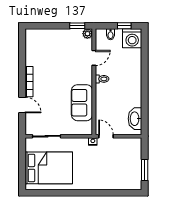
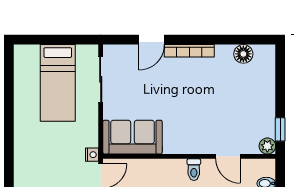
floor lamp: (31, 48) -> (243, 54), added
sofa: (82, 103) -> (133, 137), moved
bed: (49, 168) -> (58, 83), width x0.67

